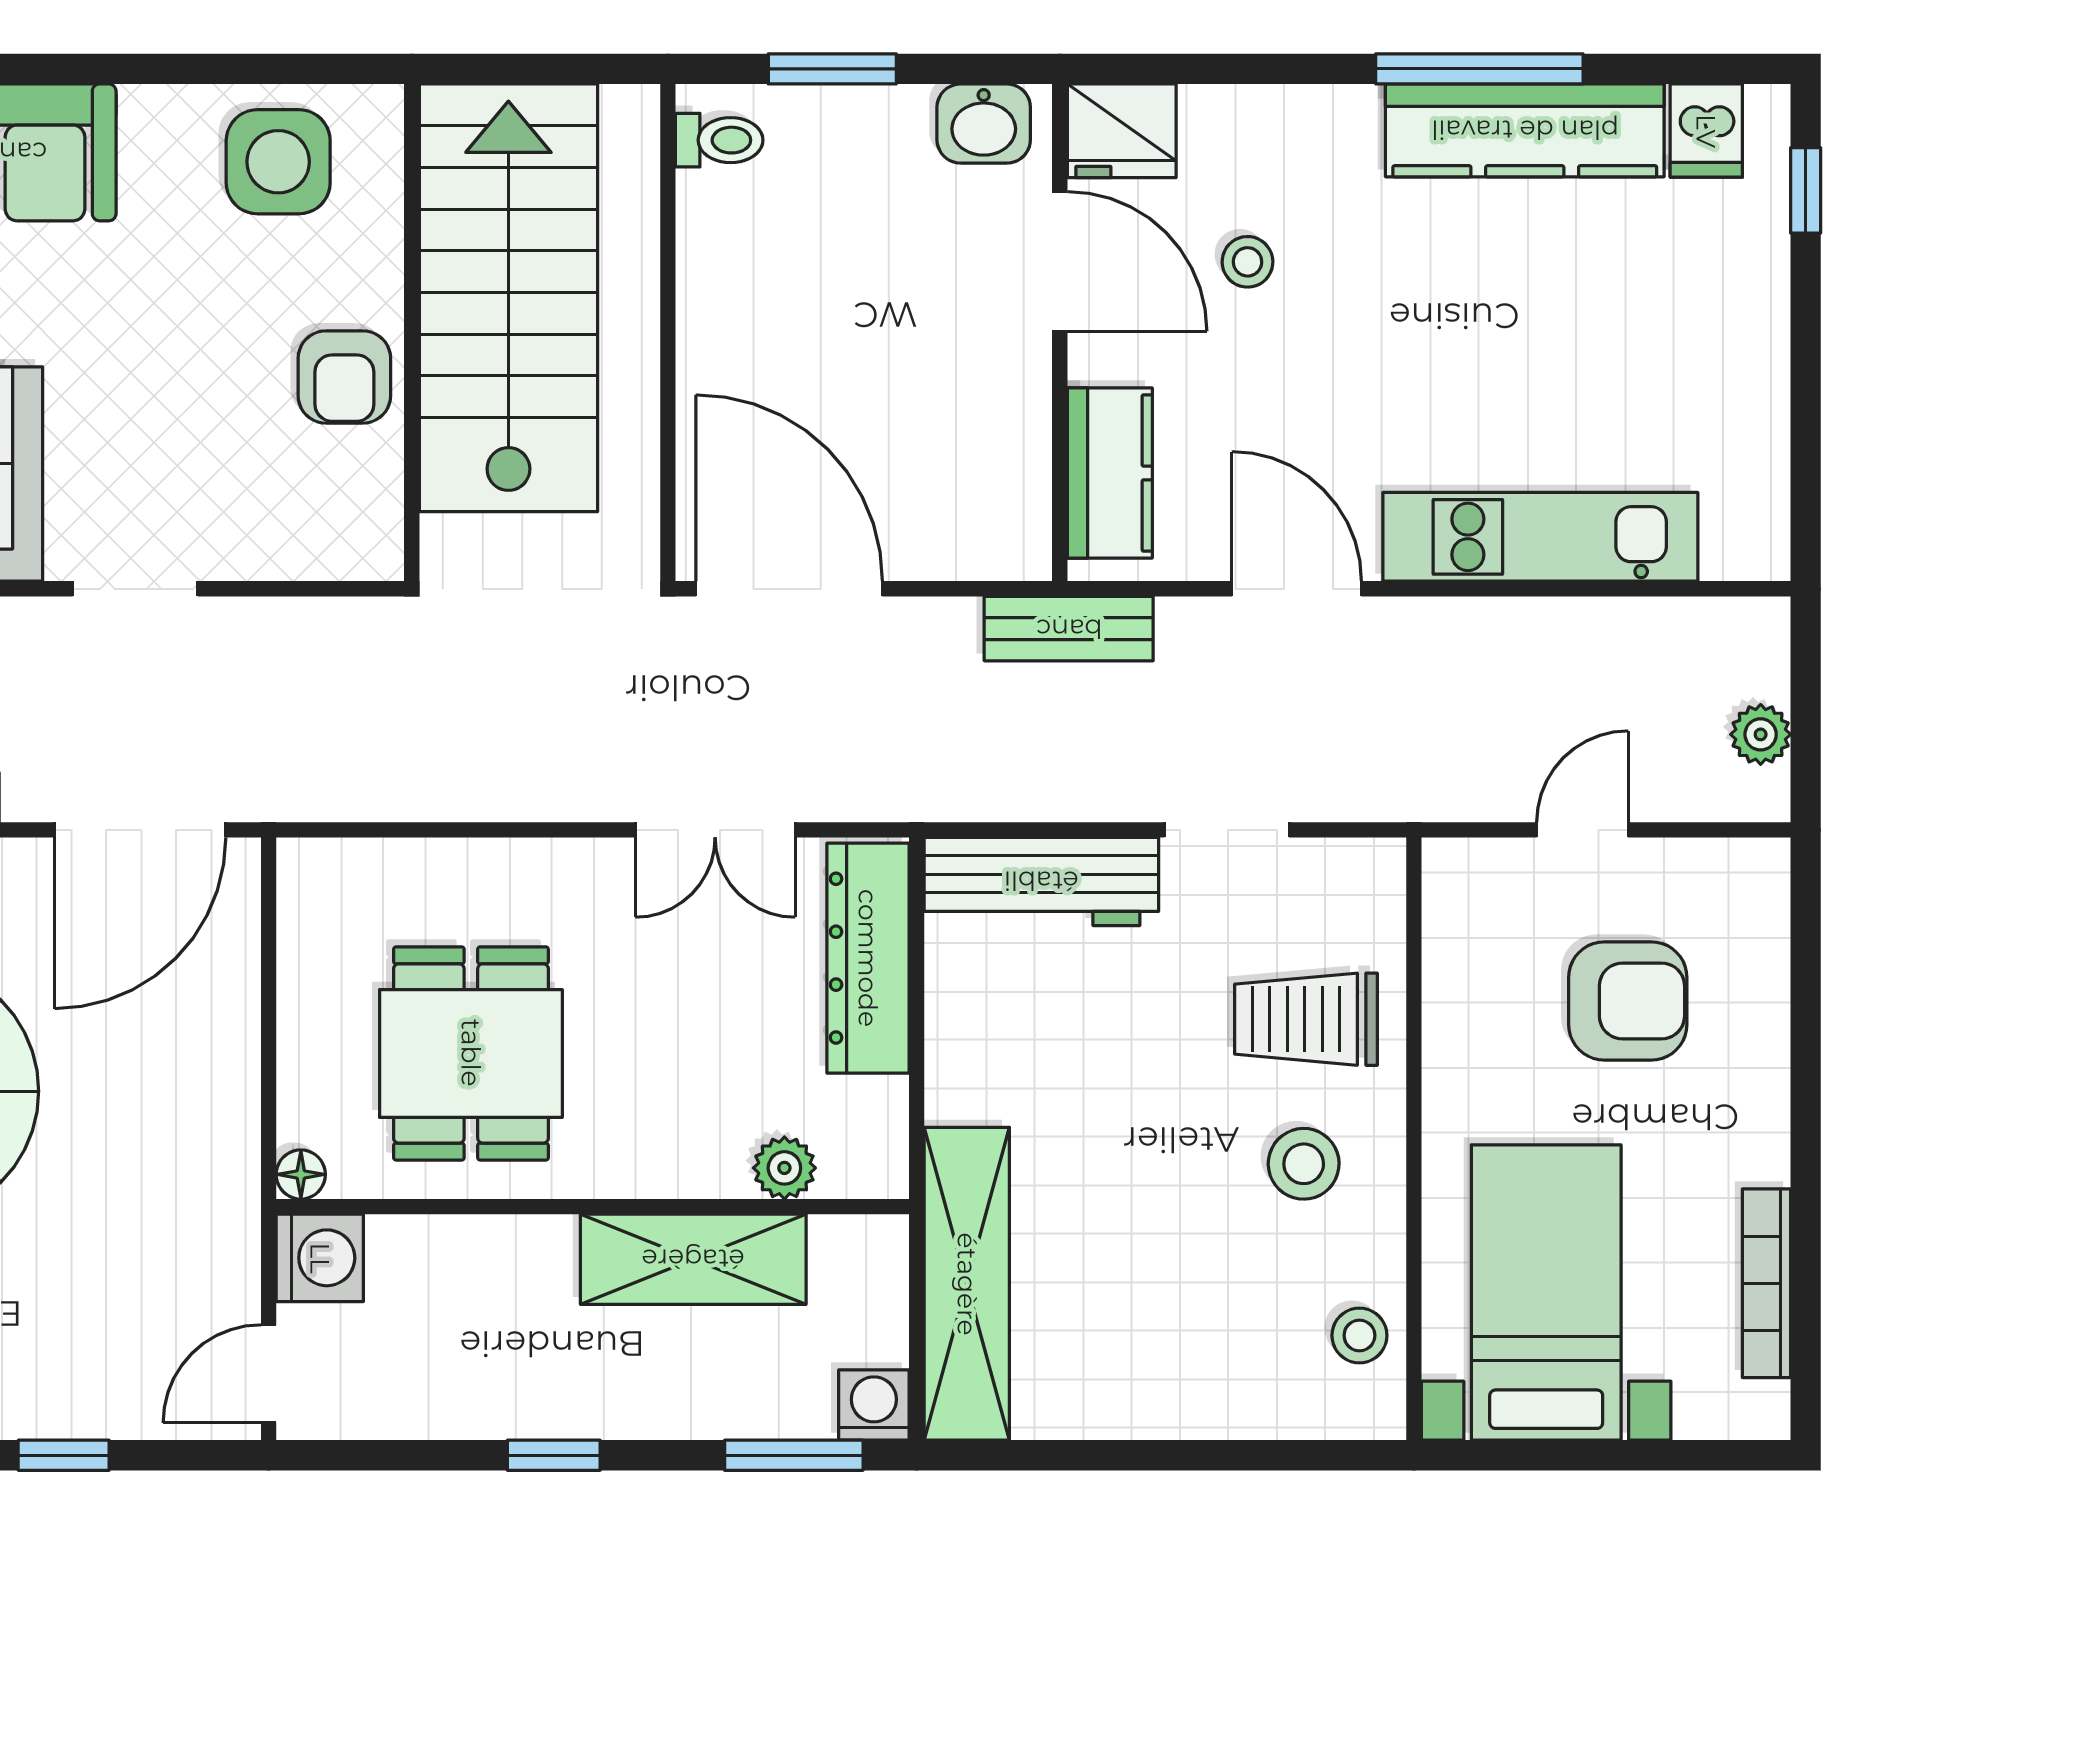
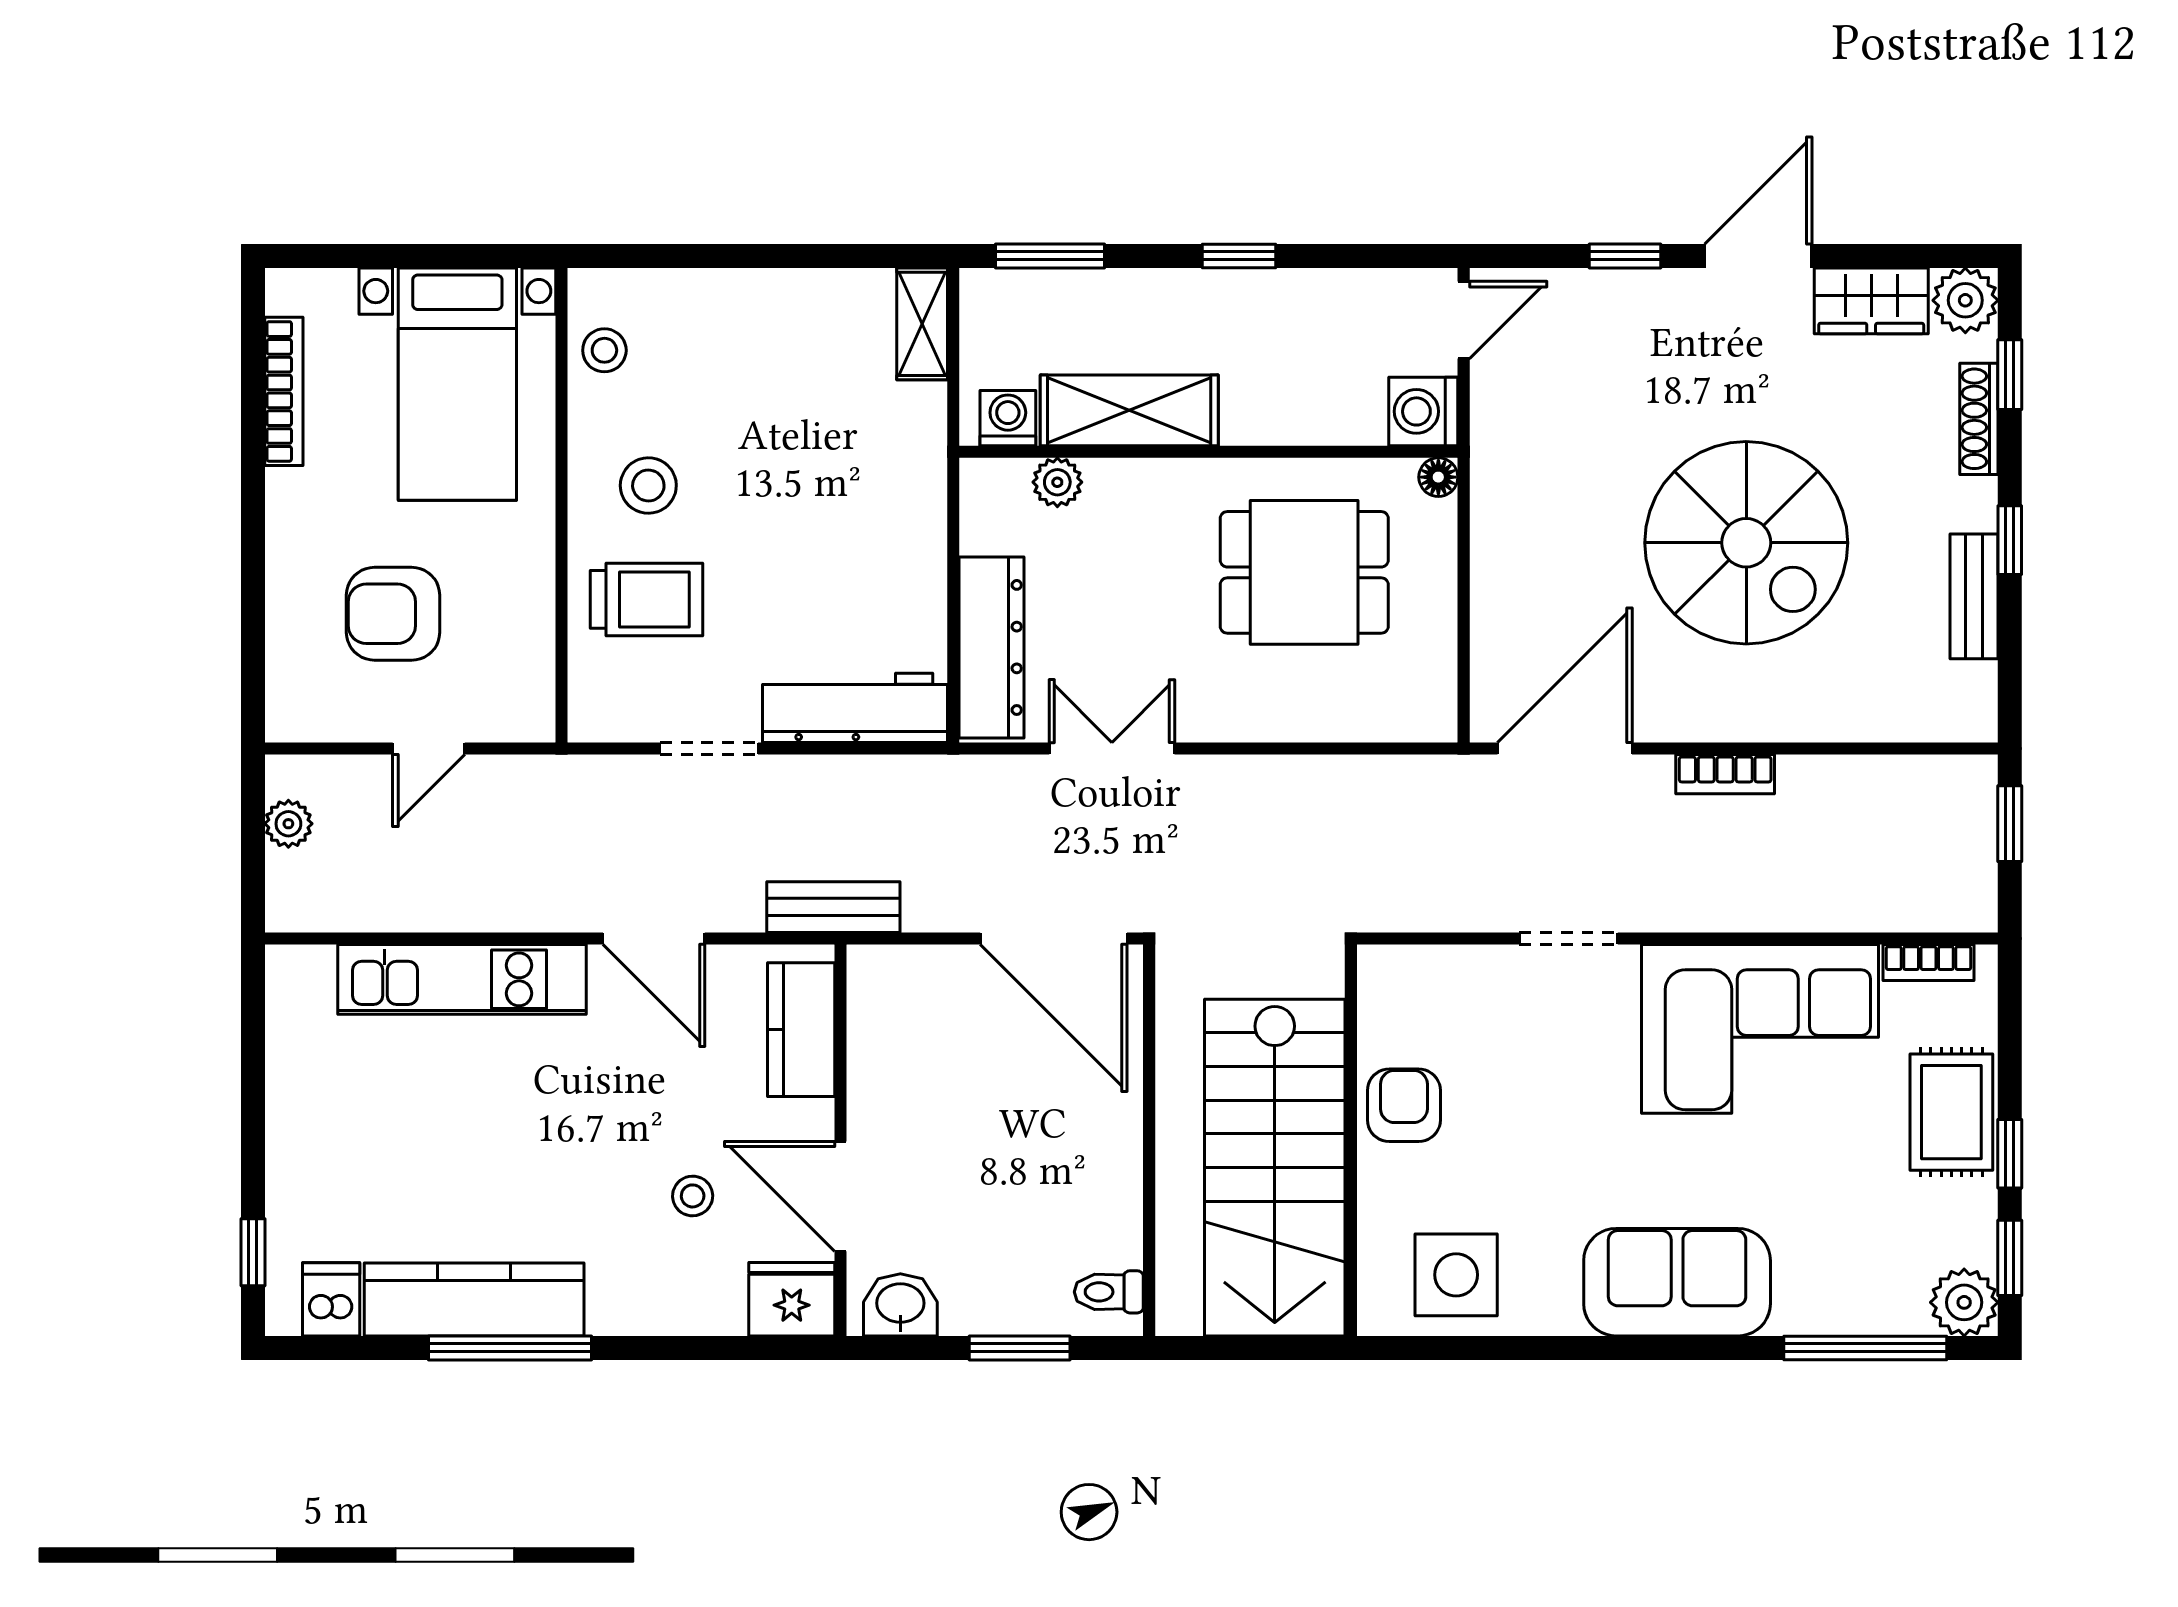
dining table: (471, 1053) -> (1304, 572), turned 90
shelving: (967, 1284) -> (922, 324), width x0.45, depth x0.75
washing machine: (874, 1405) -> (1008, 418), moved, turned 180

